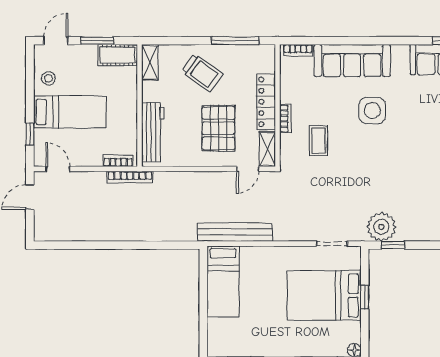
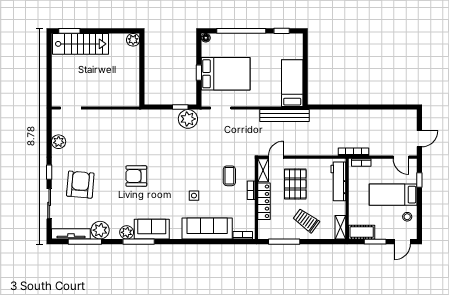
side table: (372, 111) -> (194, 196), width x0.54, depth x0.54

